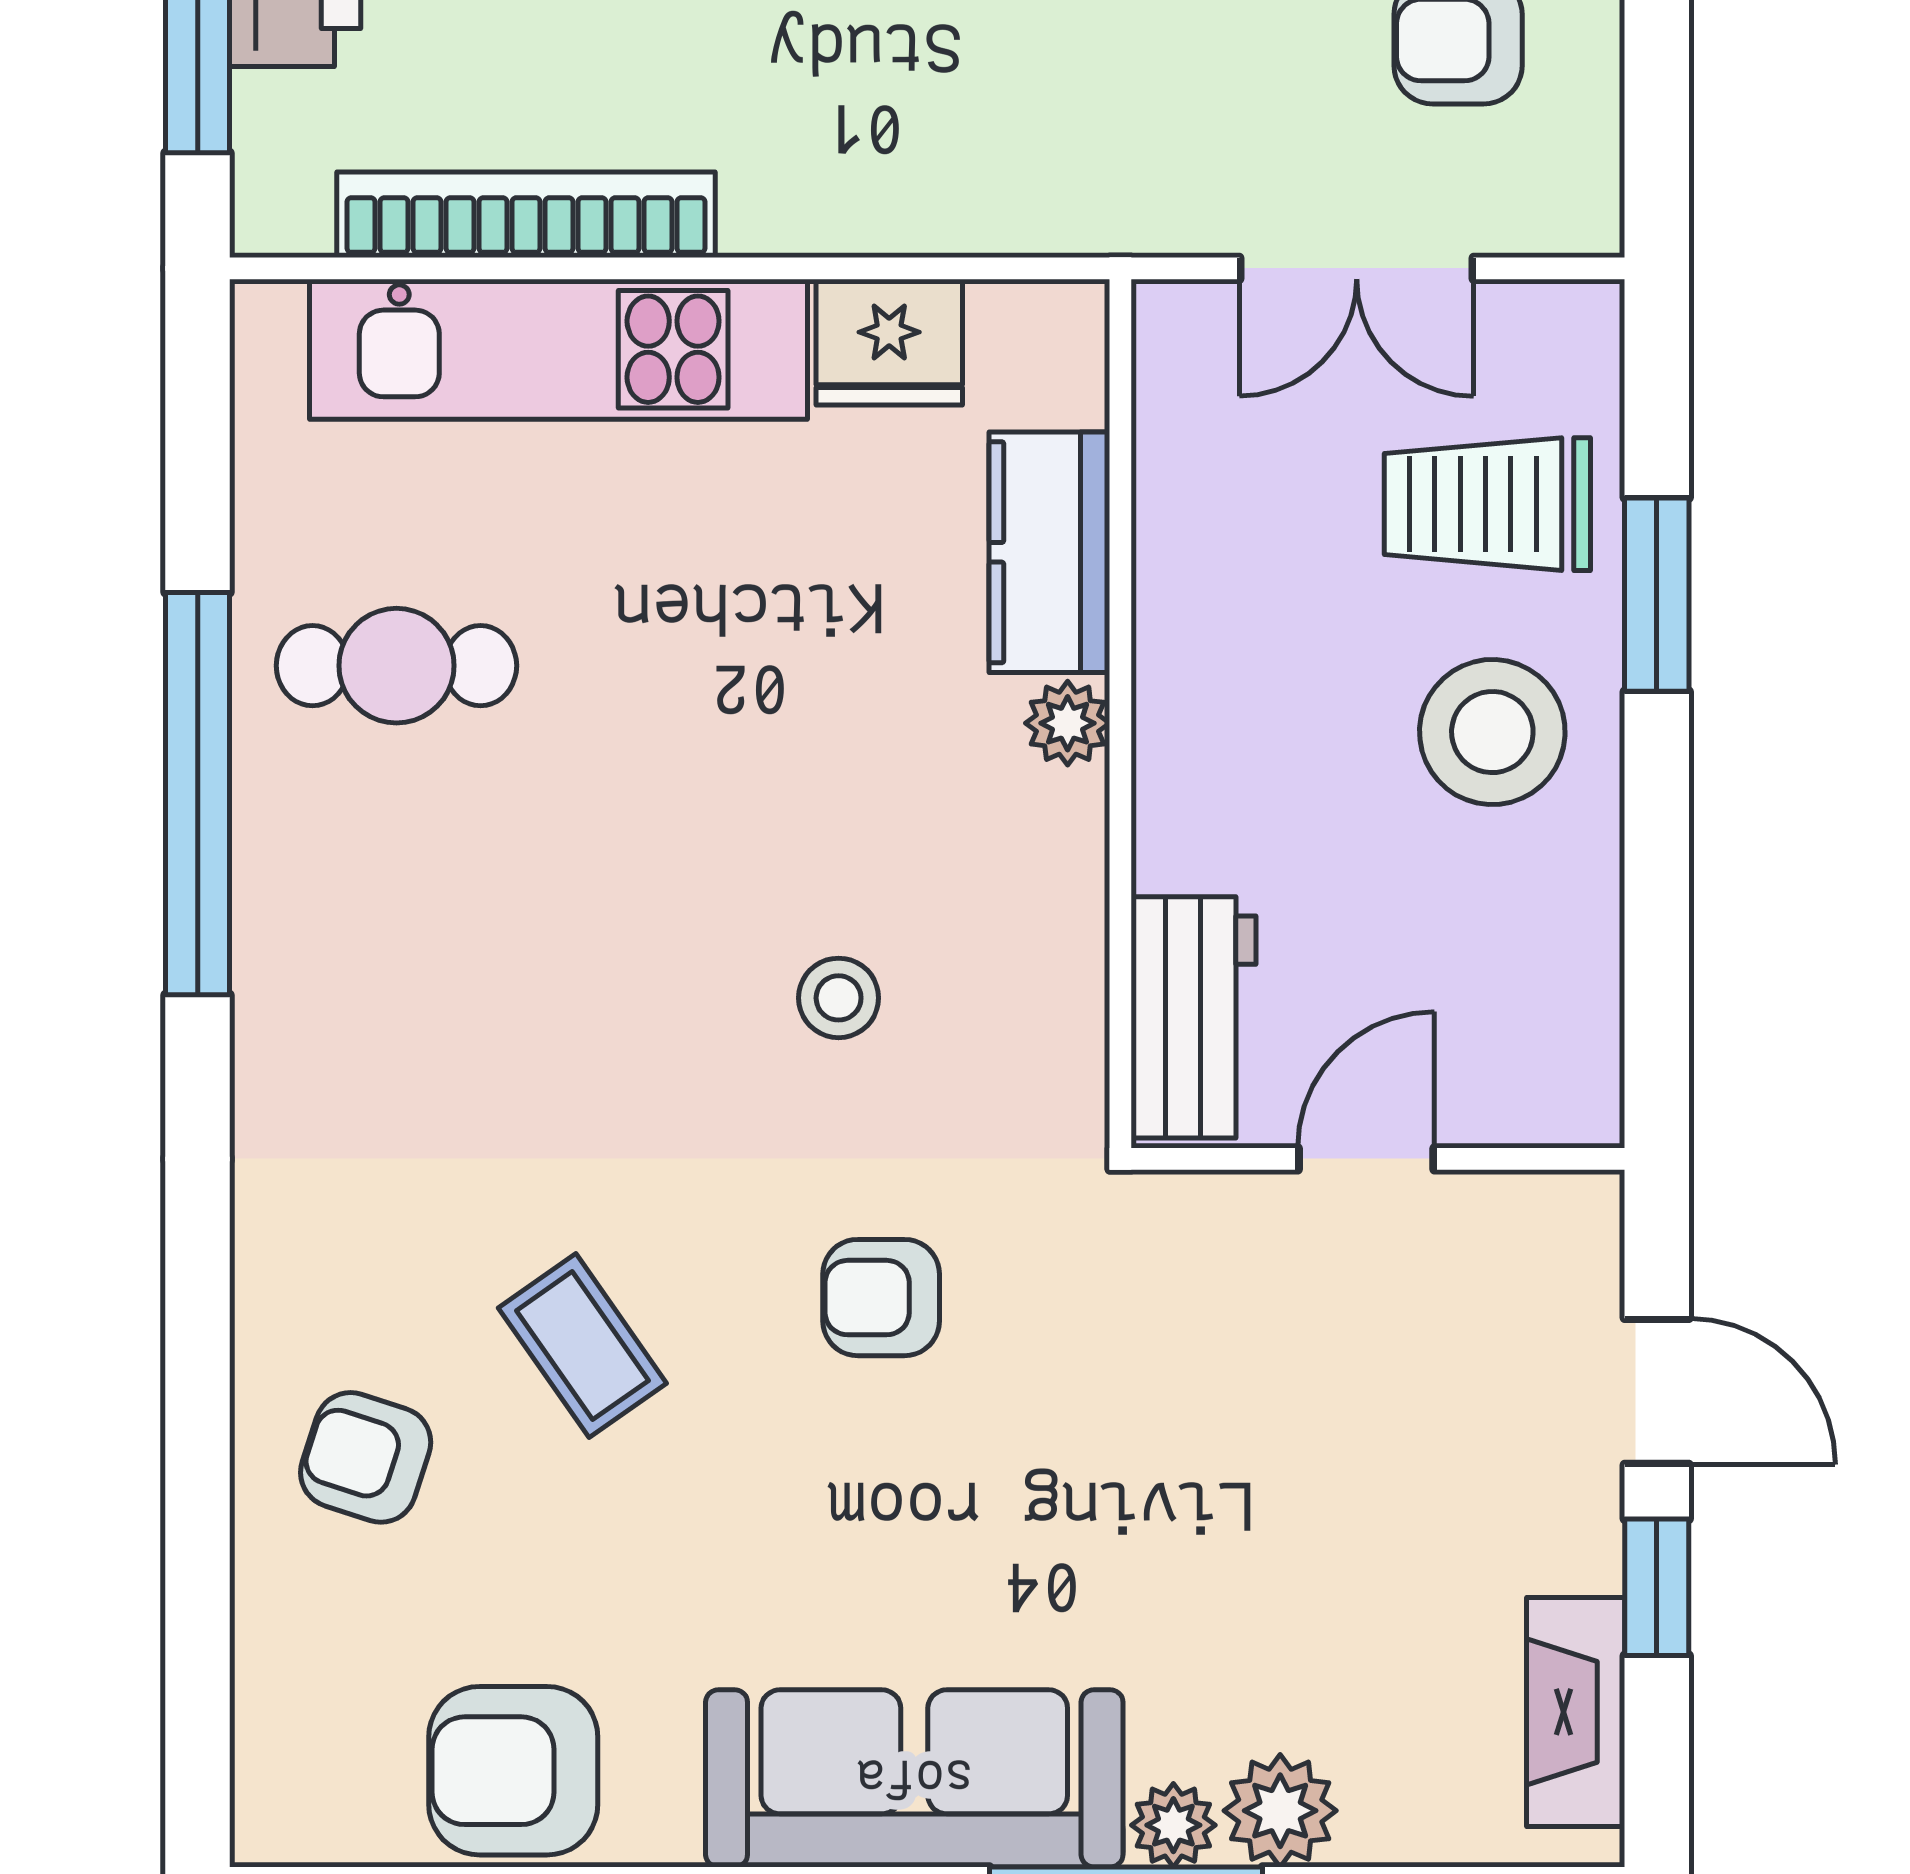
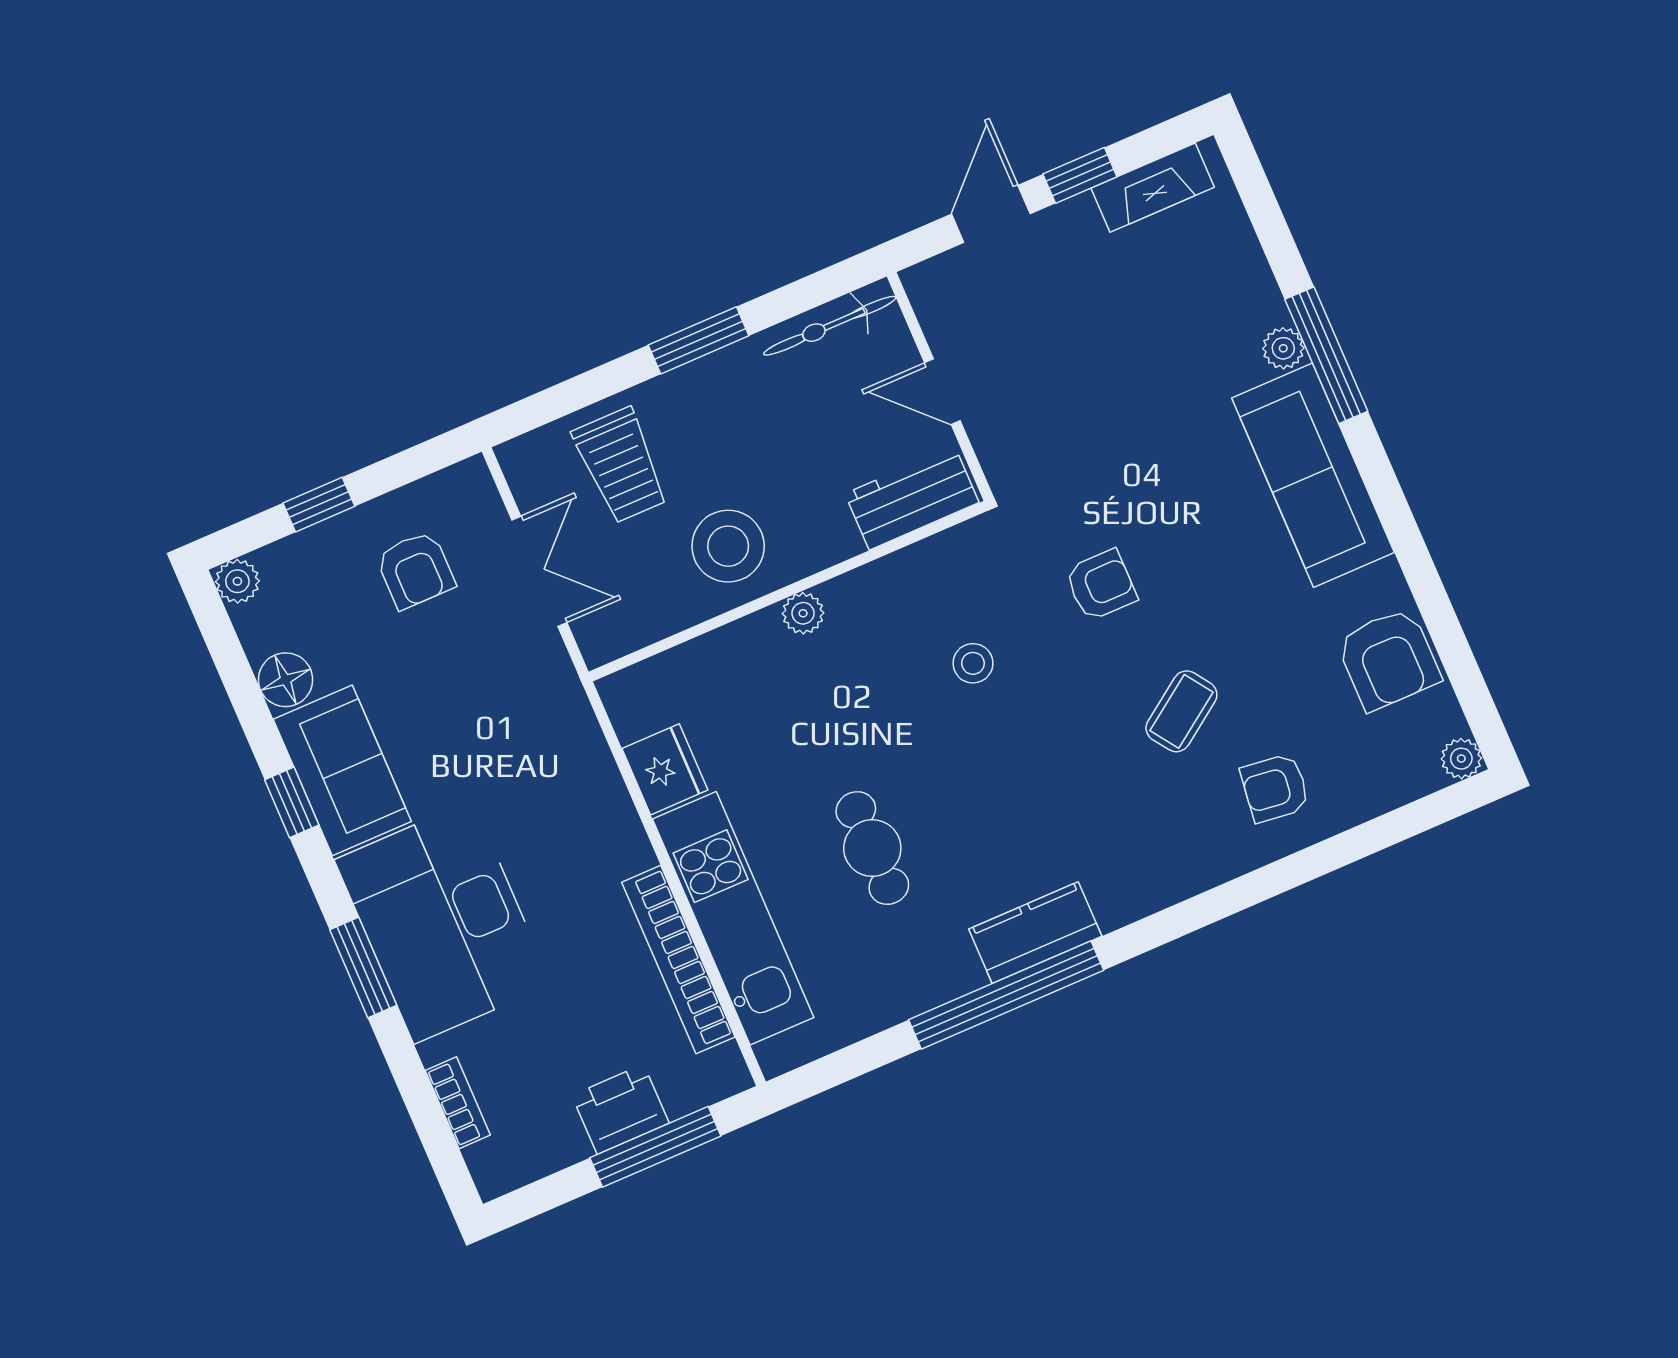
kitchen counter: (1049, 552) -> (1035, 933), moved, turned 180
window: (1657, 595) -> (699, 340), moved
cafe table: (396, 666) -> (872, 848), moved
stool: (1492, 732) -> (728, 546), moved
bicycle: (1579, 1003) -> (830, 326), added
armchair: (881, 1298) -> (1101, 585), turned -90
armchair: (366, 1457) -> (1275, 788), turned 79
plant: (1280, 1811) -> (1461, 759), moved, width x0.73, depth x0.73

